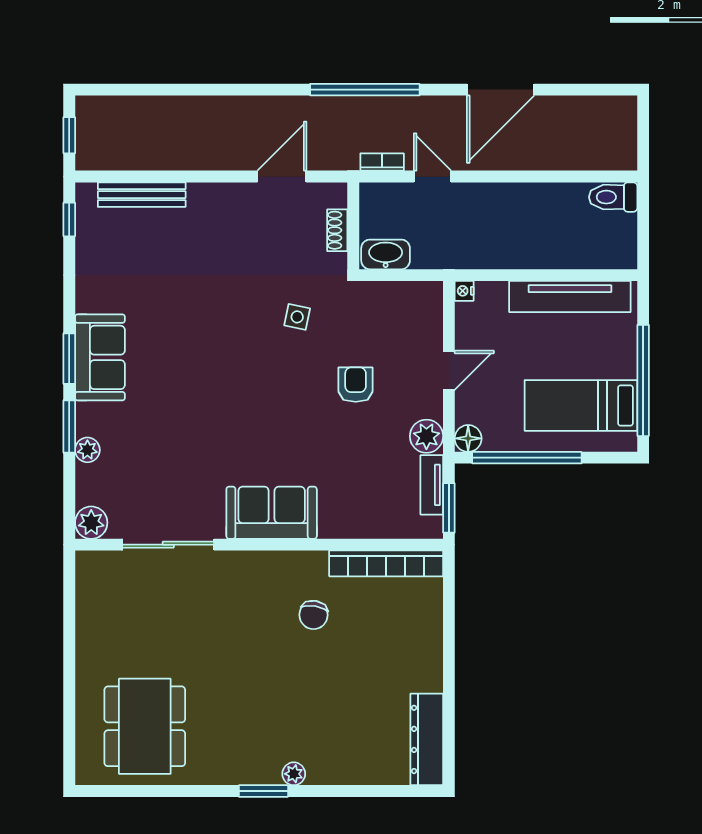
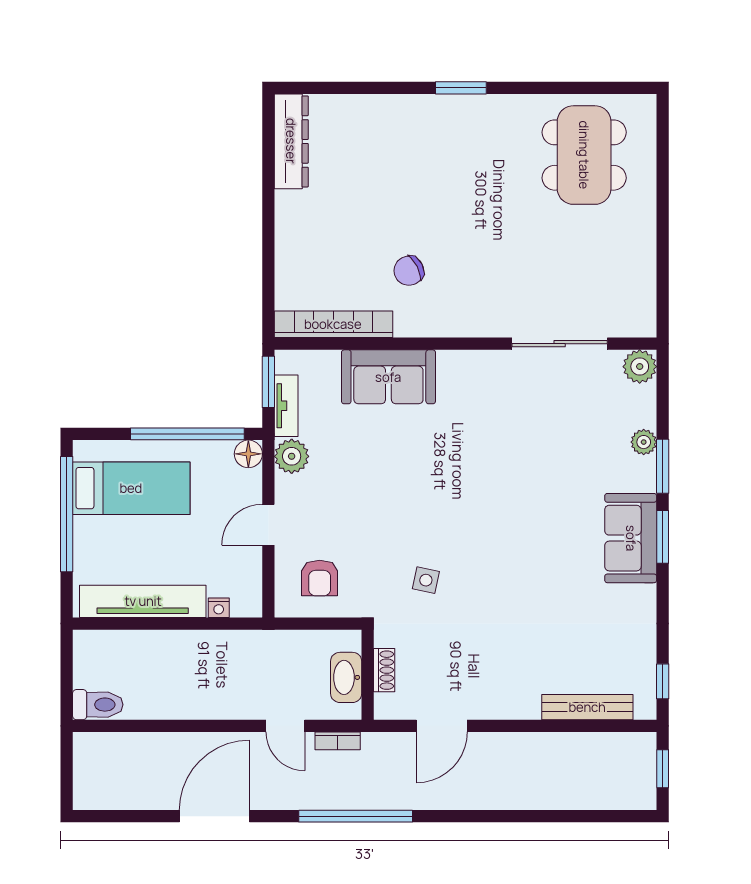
washbasin: (386, 254) -> (346, 677), moved, turned 90
nightstand: (464, 291) -> (219, 608), moved, turned 90
armchair: (356, 385) -> (320, 578), moved
sofa: (272, 513) -> (388, 377), moved
chair: (314, 615) -> (409, 271), turned -126
plant: (294, 774) -> (429, 106), removed

